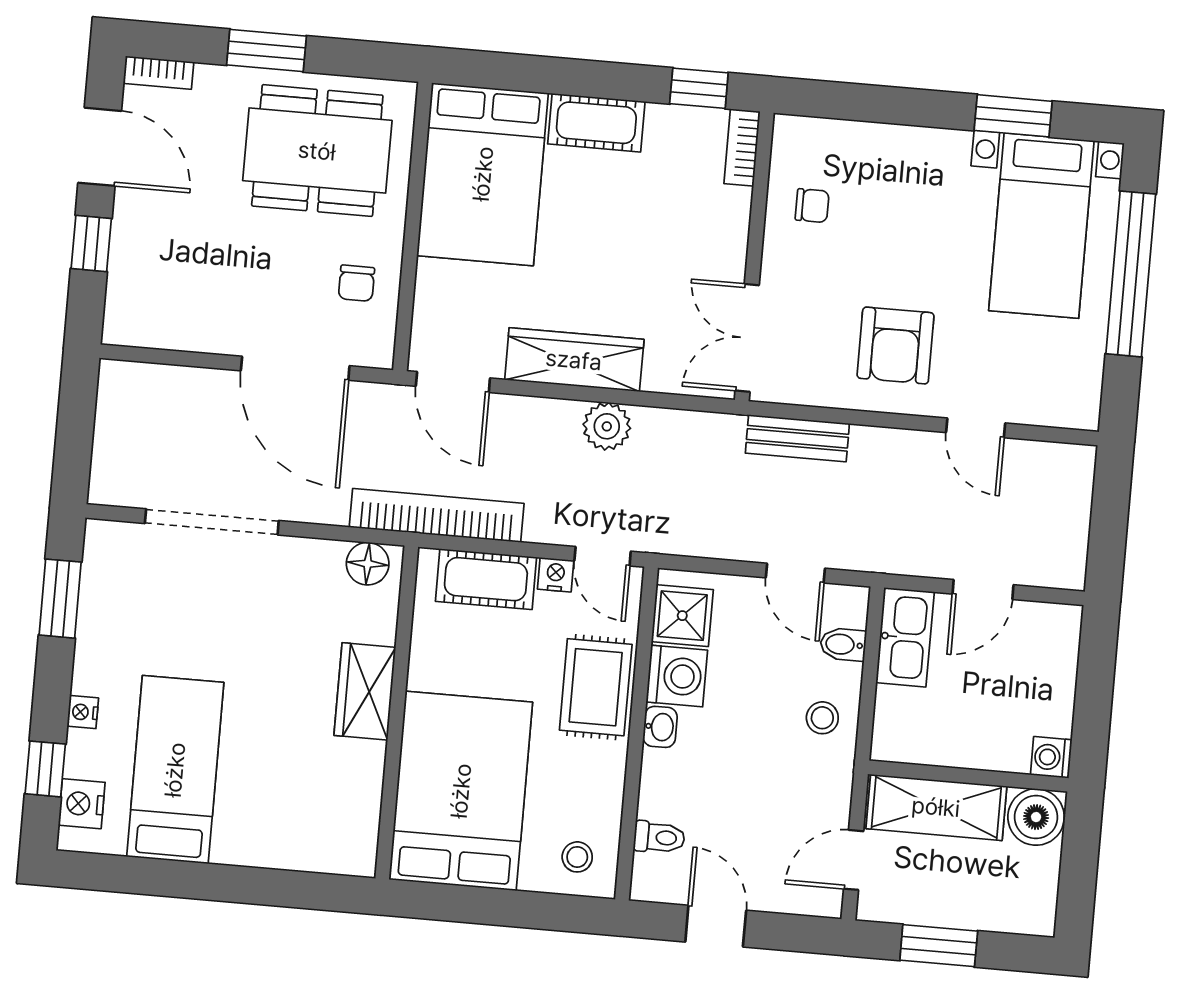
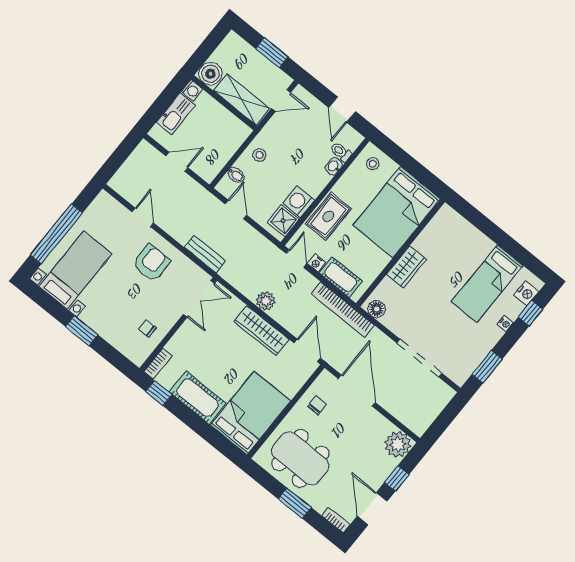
window: (1013, 116) -> (82, 331), moved
cot: (596, 123) -> (198, 398), width x1.37, depth x1.34
plant: (136, 315) -> (398, 444), added
kitchen sink: (905, 637) -> (176, 114), moved, turned 180
washbasin: (660, 727) -> (334, 166), moved

